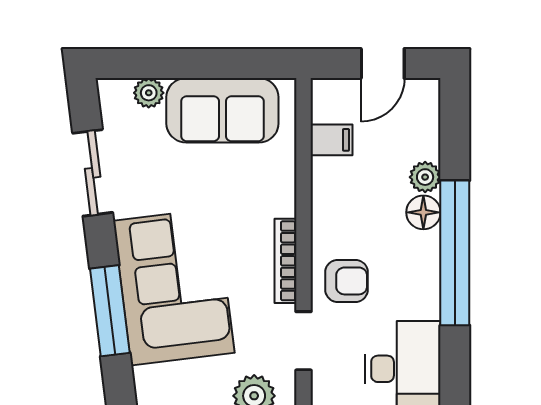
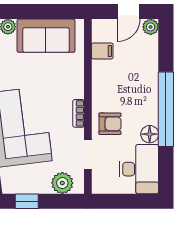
plant: (425, 177) -> (151, 27), moved
floor lamp: (423, 212) -> (150, 134), moved
bookcase: (285, 261) -> (79, 113), width x0.64

